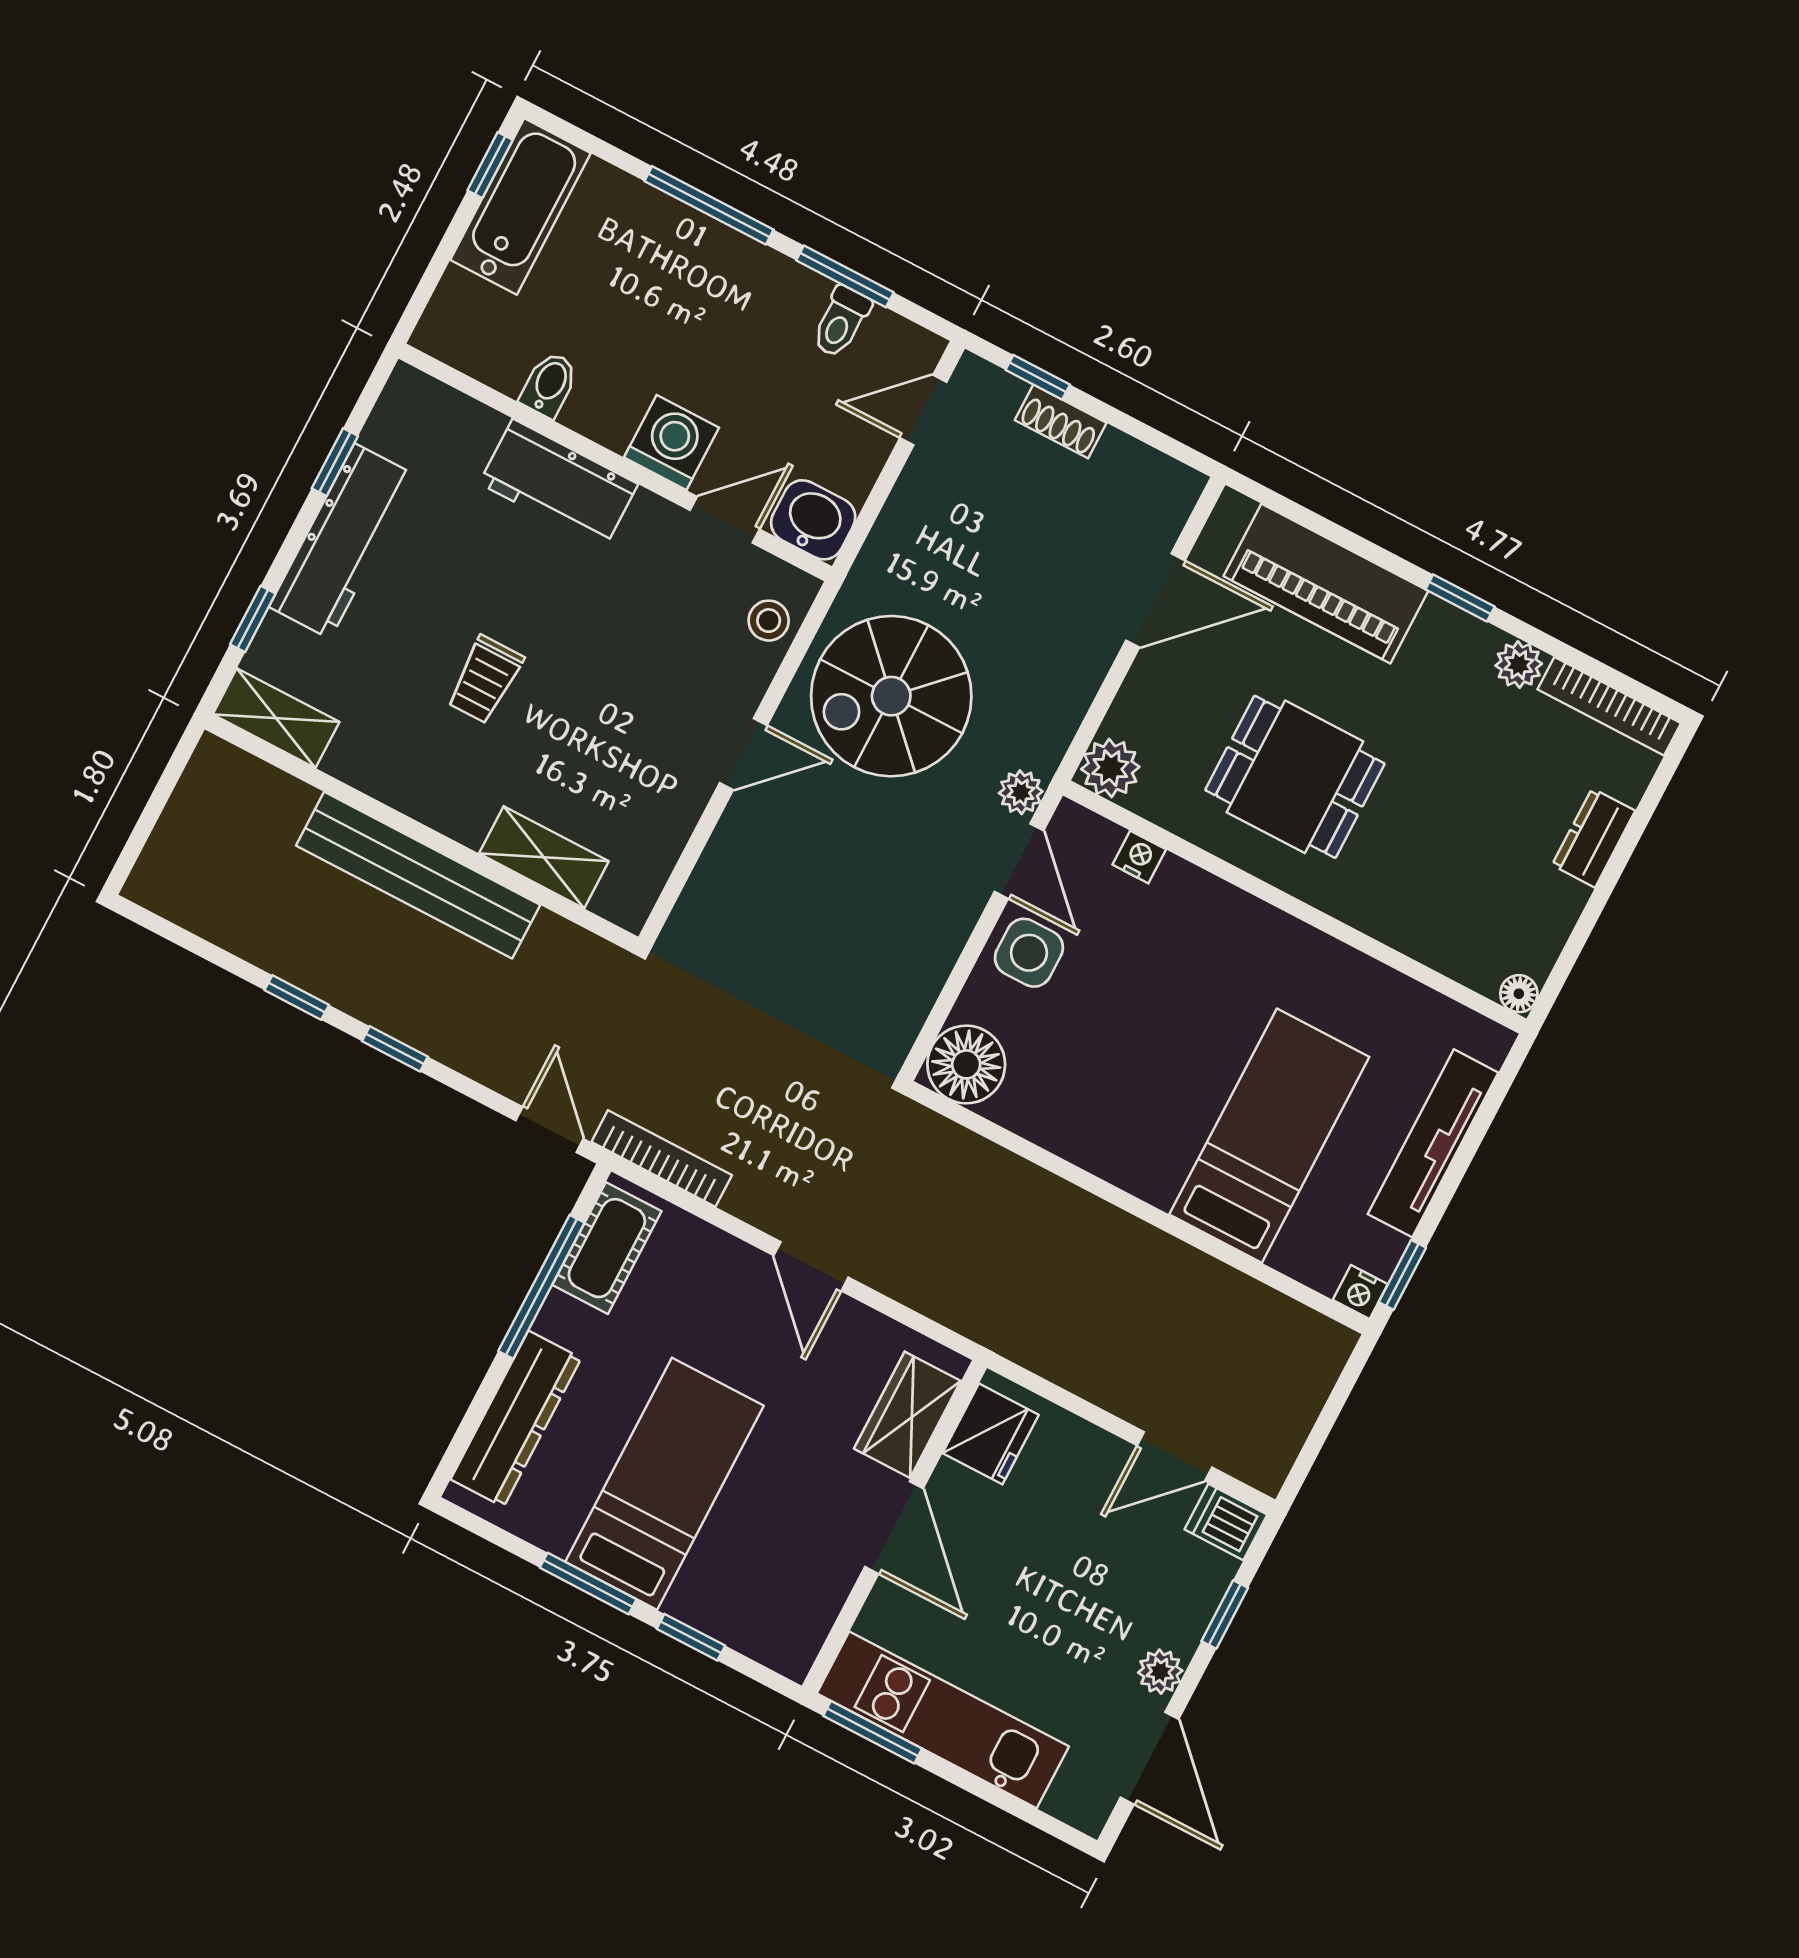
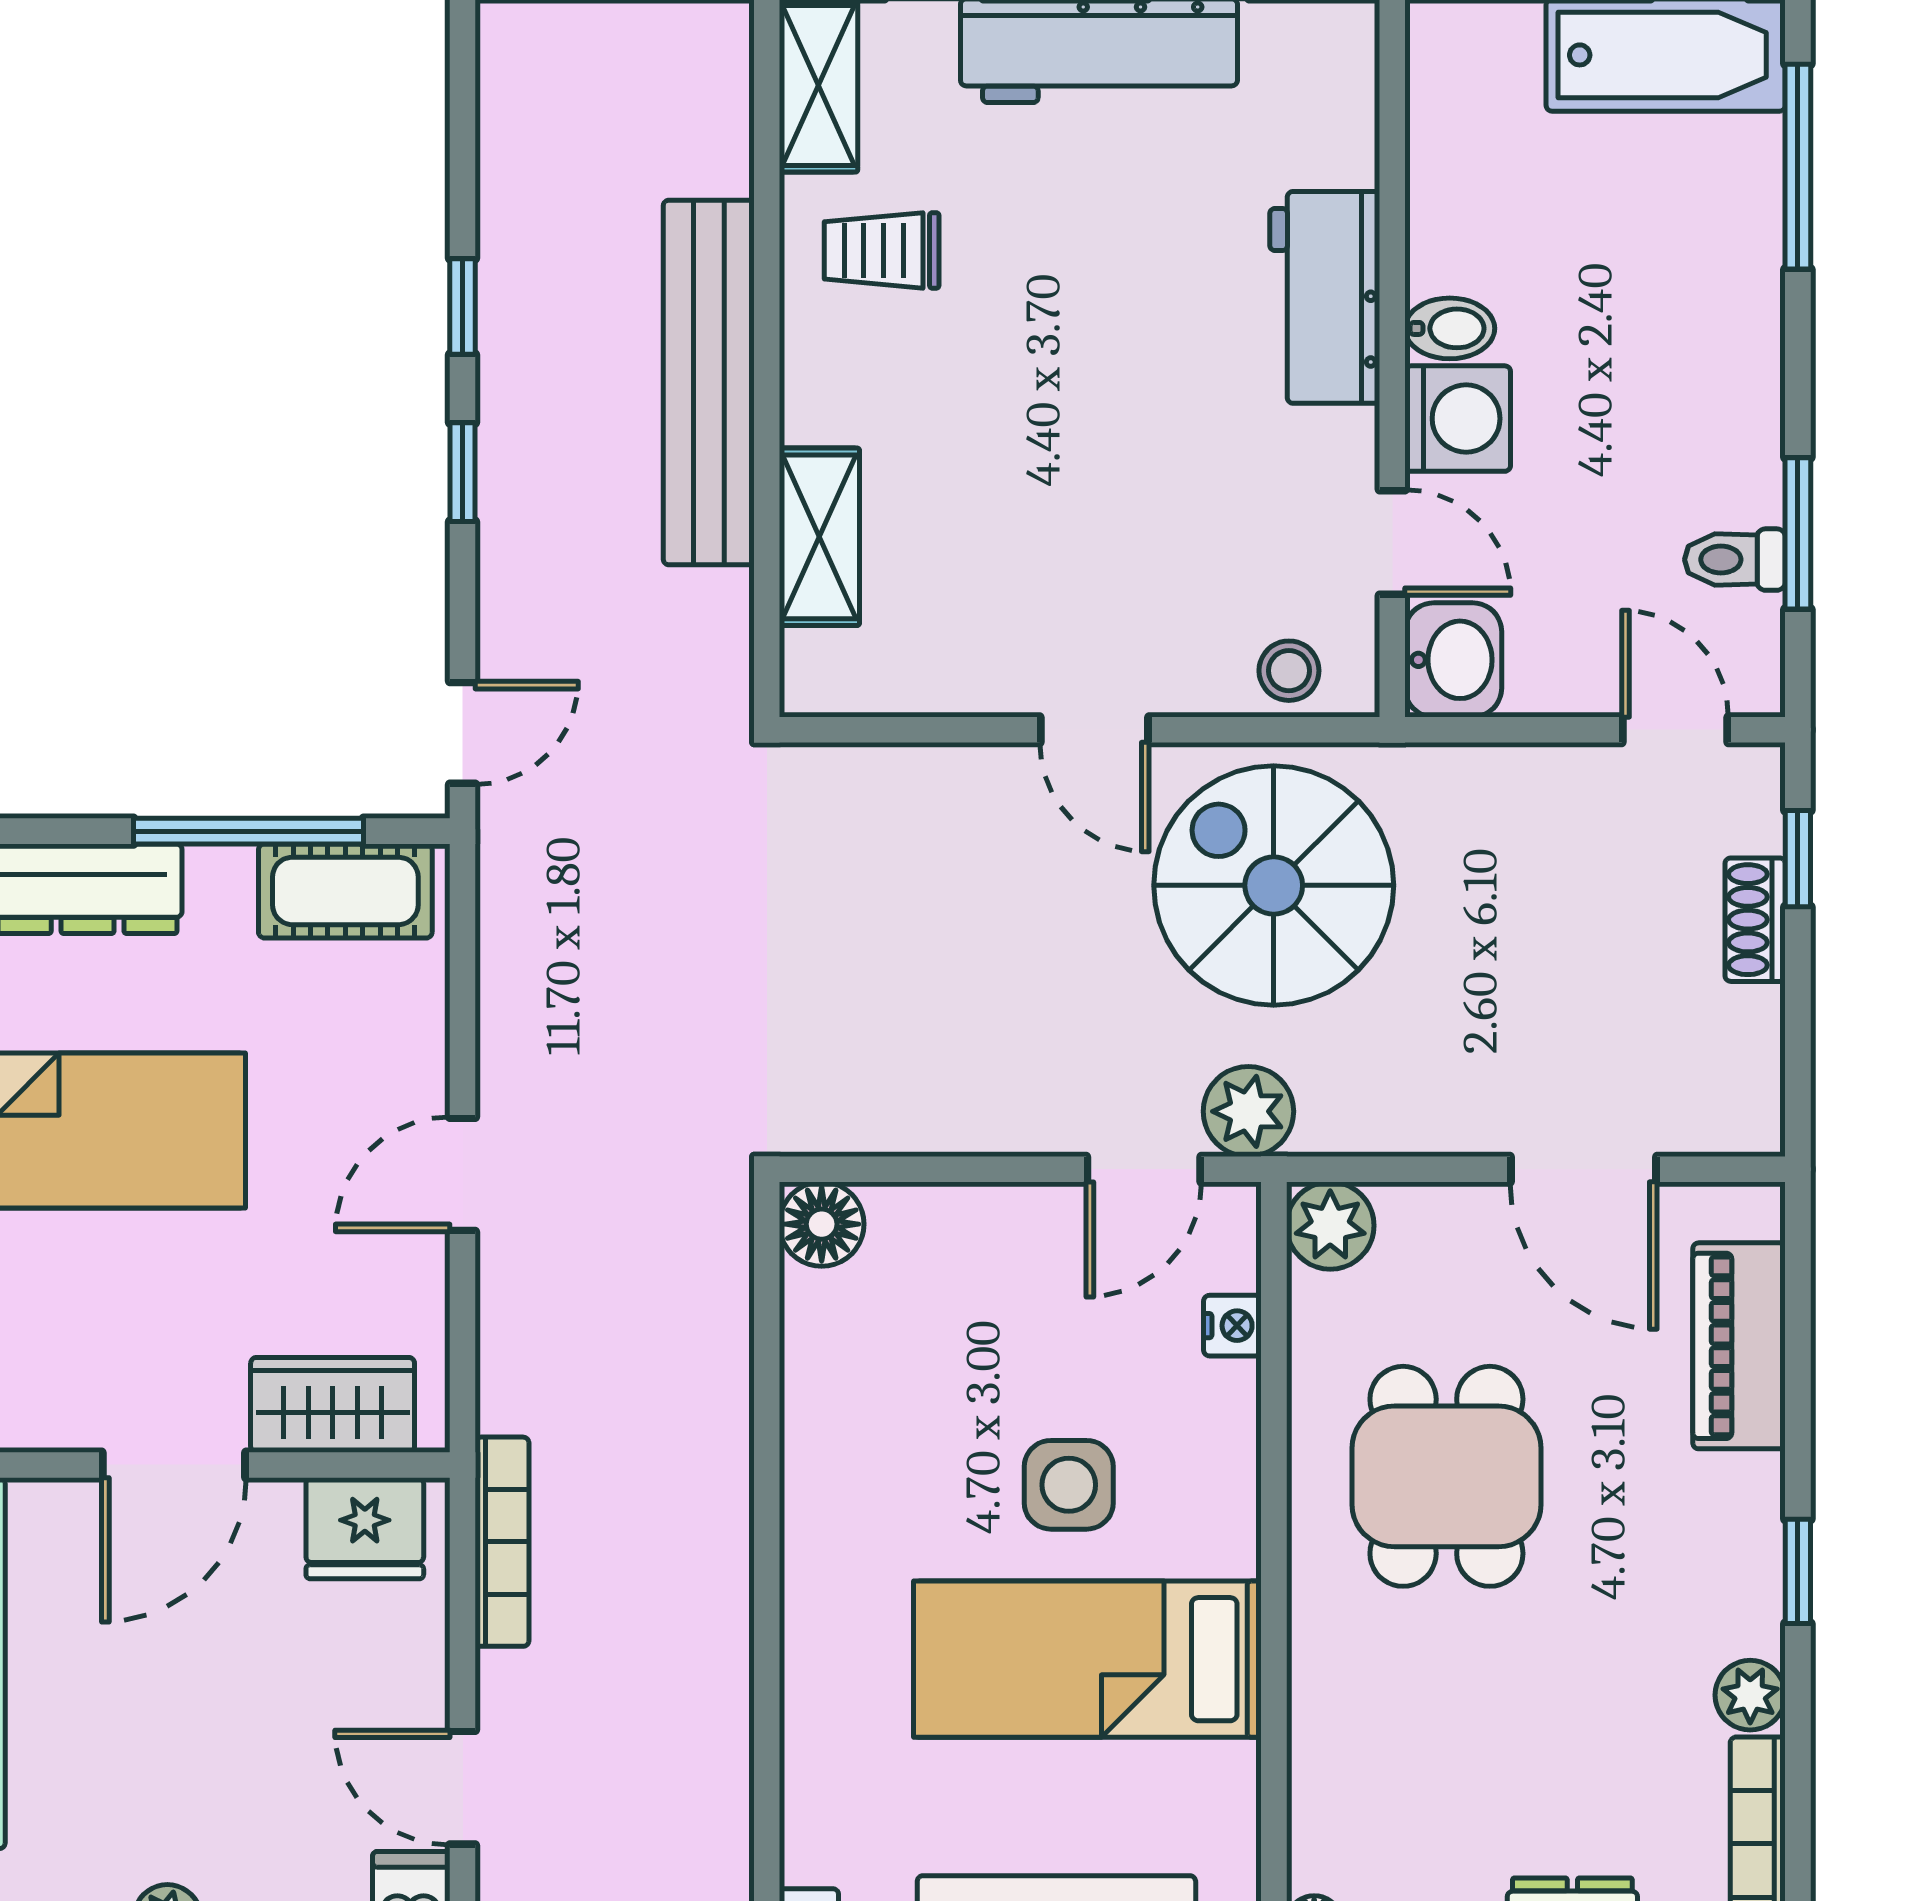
window: (709, 205) -> (1798, 167), moved
bidet: (549, 385) -> (1450, 328), moved
piano: (1326, 584) -> (1739, 1346), width x0.73, depth x0.75
trolley: (485, 680) -> (882, 250), moved
plant: (1021, 792) -> (1248, 1111), width x1.38, depth x1.38
side table: (1029, 953) -> (1069, 1485), moved
floor lamp: (966, 1064) -> (822, 1224), width x0.73, depth x0.73
bed: (1269, 1136) -> (1087, 1659), moved, turned 180
bookcase: (662, 1158) -> (502, 1542), moved

